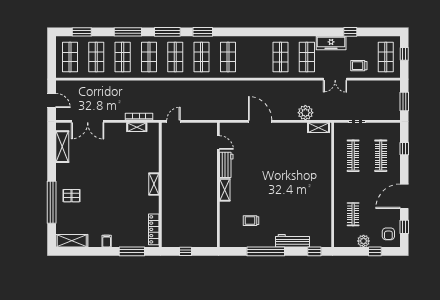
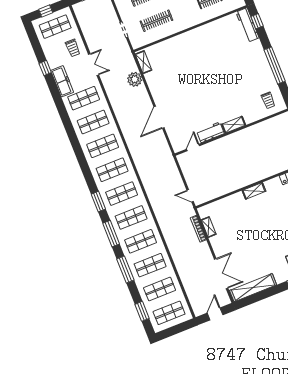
shop shelf: (254, 57) -> (103, 146), added
shelving: (62, 147) -> (253, 288), width x1.47
trolley: (251, 221) -> (268, 100), moved
workbench: (292, 241) -> (247, 25), moved

